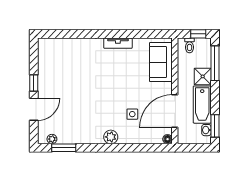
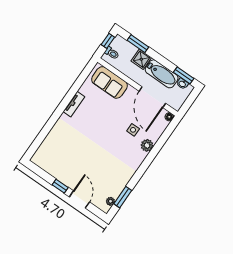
window: (215, 63) -> (138, 44), width x0.69
plant: (111, 137) -> (147, 145), moved

